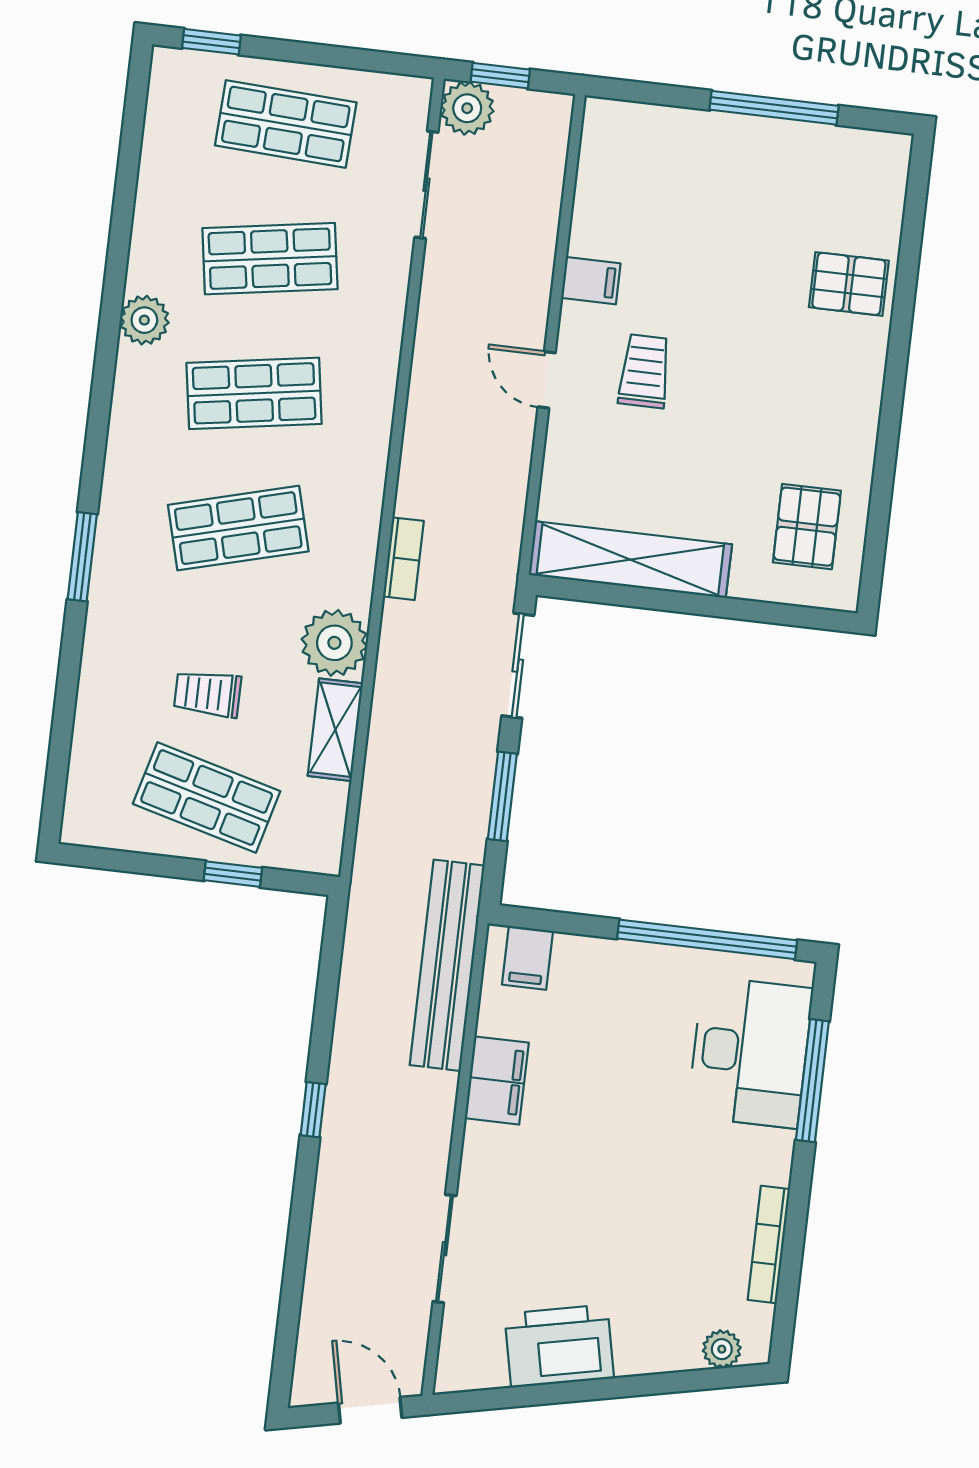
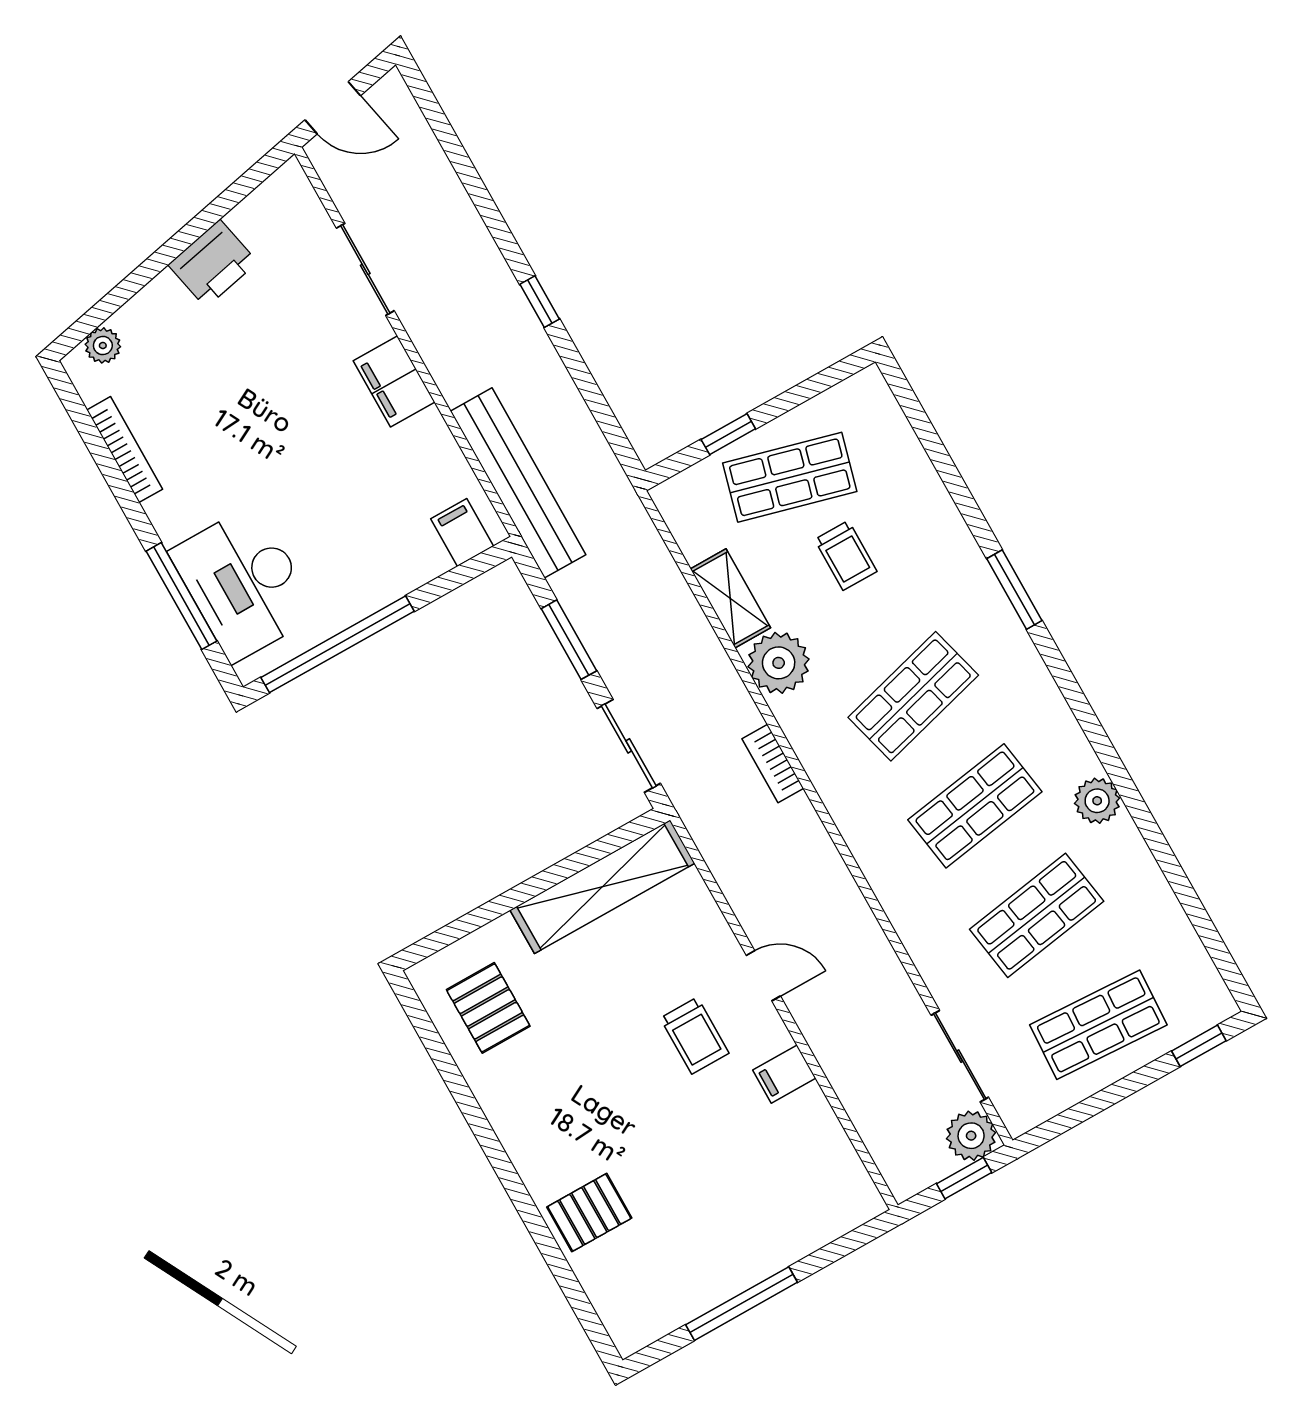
trolley: (208, 694) -> (846, 555), turned 90
filing cabinet: (497, 1080) -> (394, 381), moved
printer: (559, 1346) -> (213, 263), width x0.73, depth x0.84

